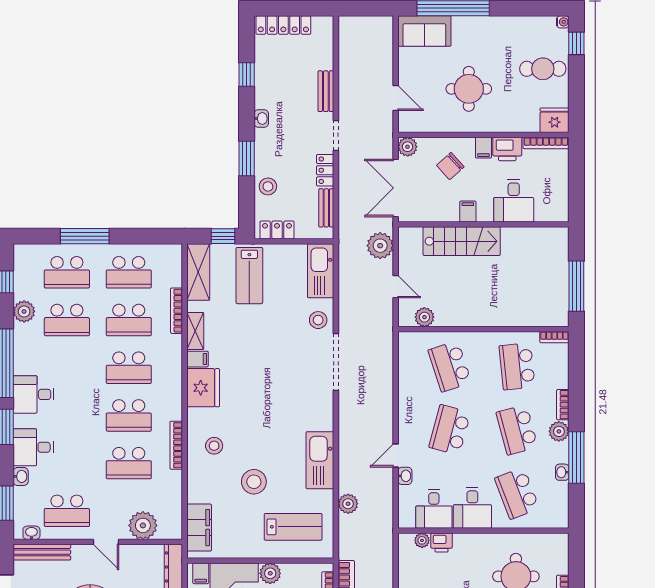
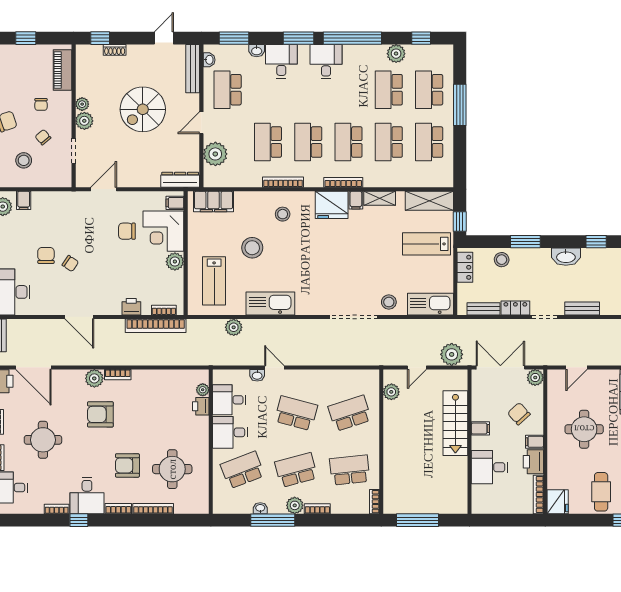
washbasin: (261, 119) -> (566, 257), width x1.91, depth x1.45
bookcase: (177, 311) -> (343, 182), moved

